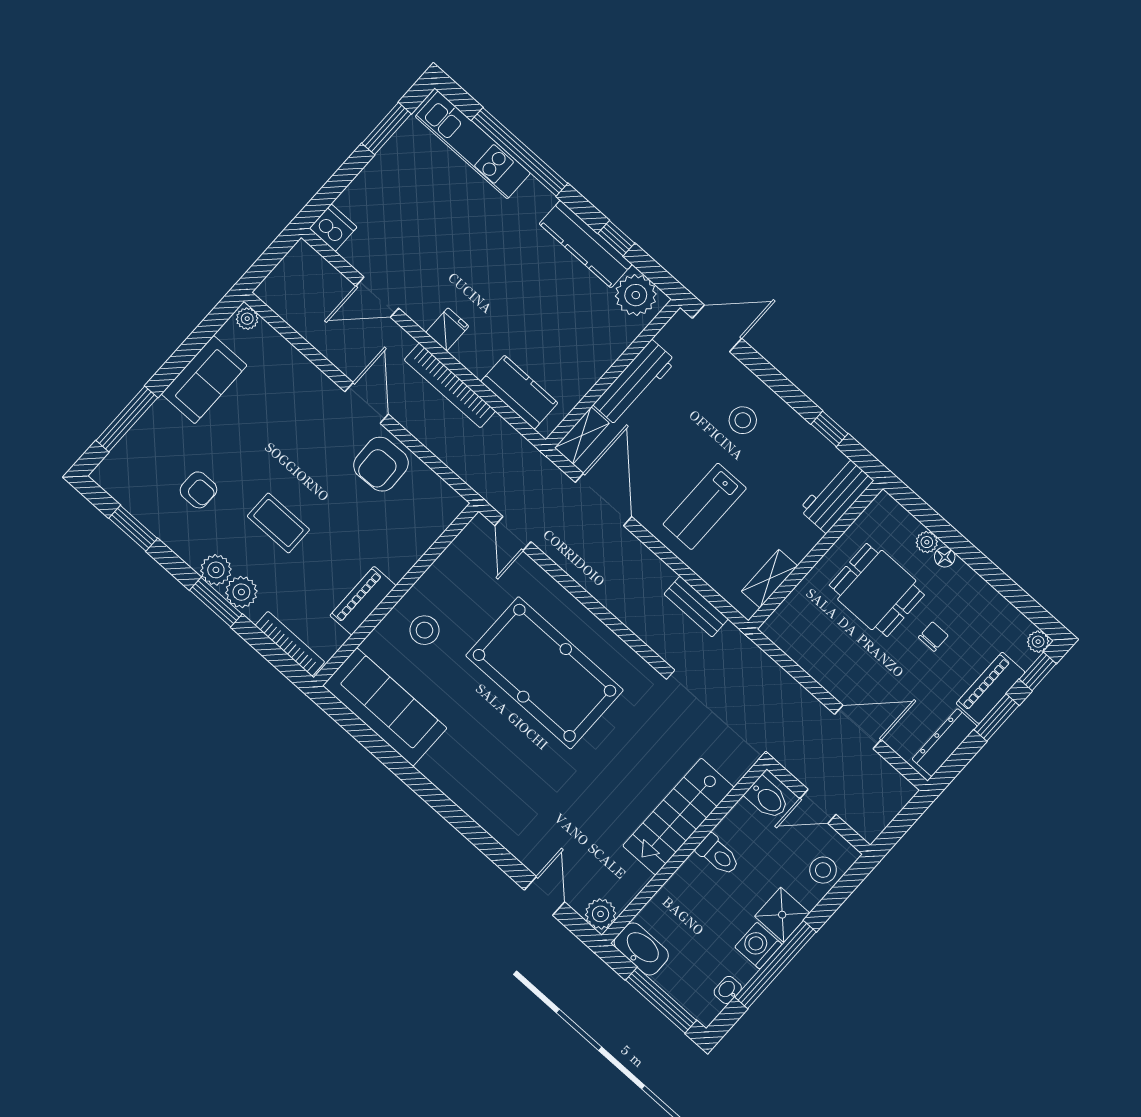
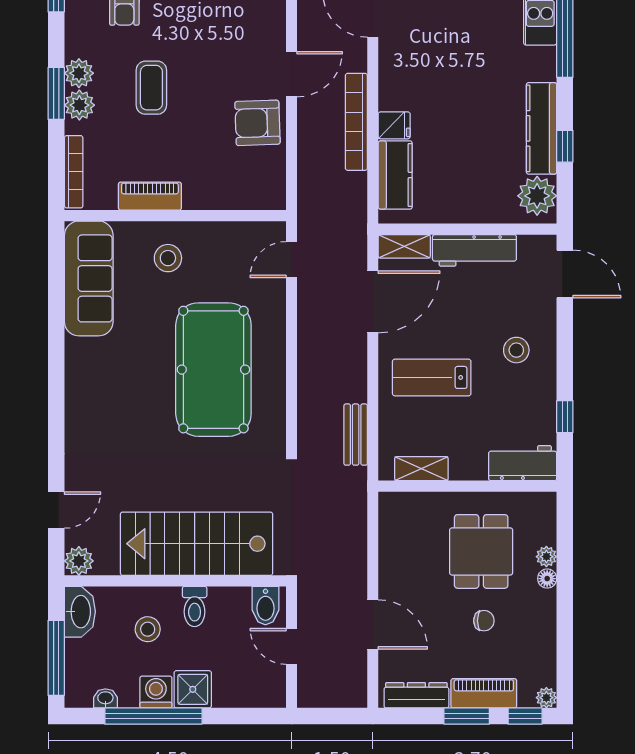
fridge: (447, 329) -> (394, 125), moved
stairs: (678, 817) -> (197, 544), width x1.36, depth x1.51
stool: (823, 870) -> (148, 629), moved

